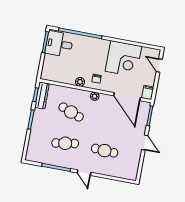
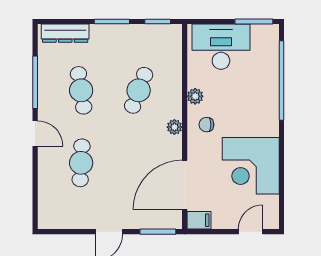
desk: (59, 44) -> (221, 47), moved, width x1.37
dresser: (42, 96) -> (65, 33), moved
door: (84, 173) -> (35, 133), swing flipped

